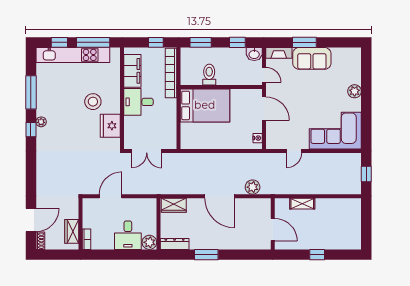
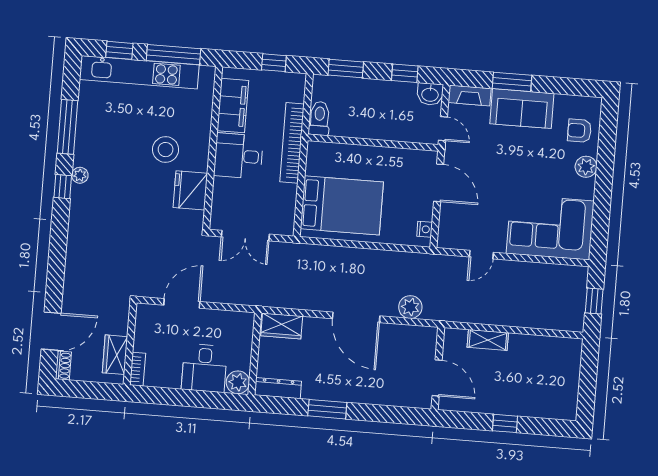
armchair: (349, 69) -> (579, 131), added
bookcase: (171, 73) -> (292, 143), moved
toilet: (209, 75) -> (319, 118), moved
bed: (205, 105) -> (342, 205), moved

